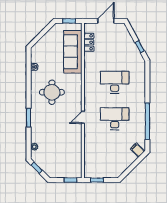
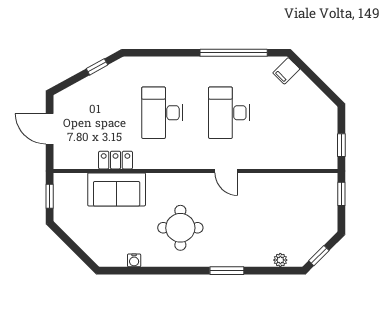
locker: (89, 42) -> (116, 160), moved
sofa: (73, 52) -> (117, 189), width x0.73

